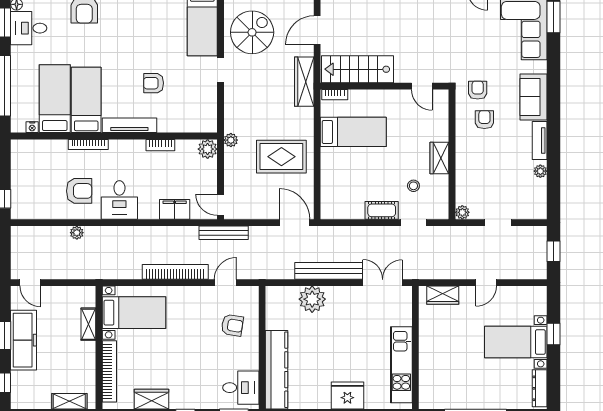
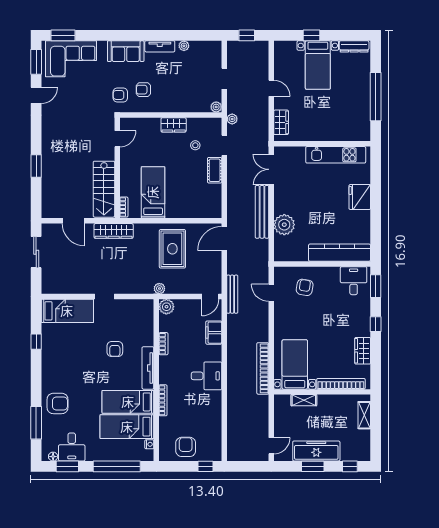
spiral stairs: (252, 32) -> (75, 272), removed
armchair: (79, 191) -> (186, 447), moved
plant: (77, 233) -> (232, 119), moved
bookcase: (175, 272) -> (263, 368), moved

